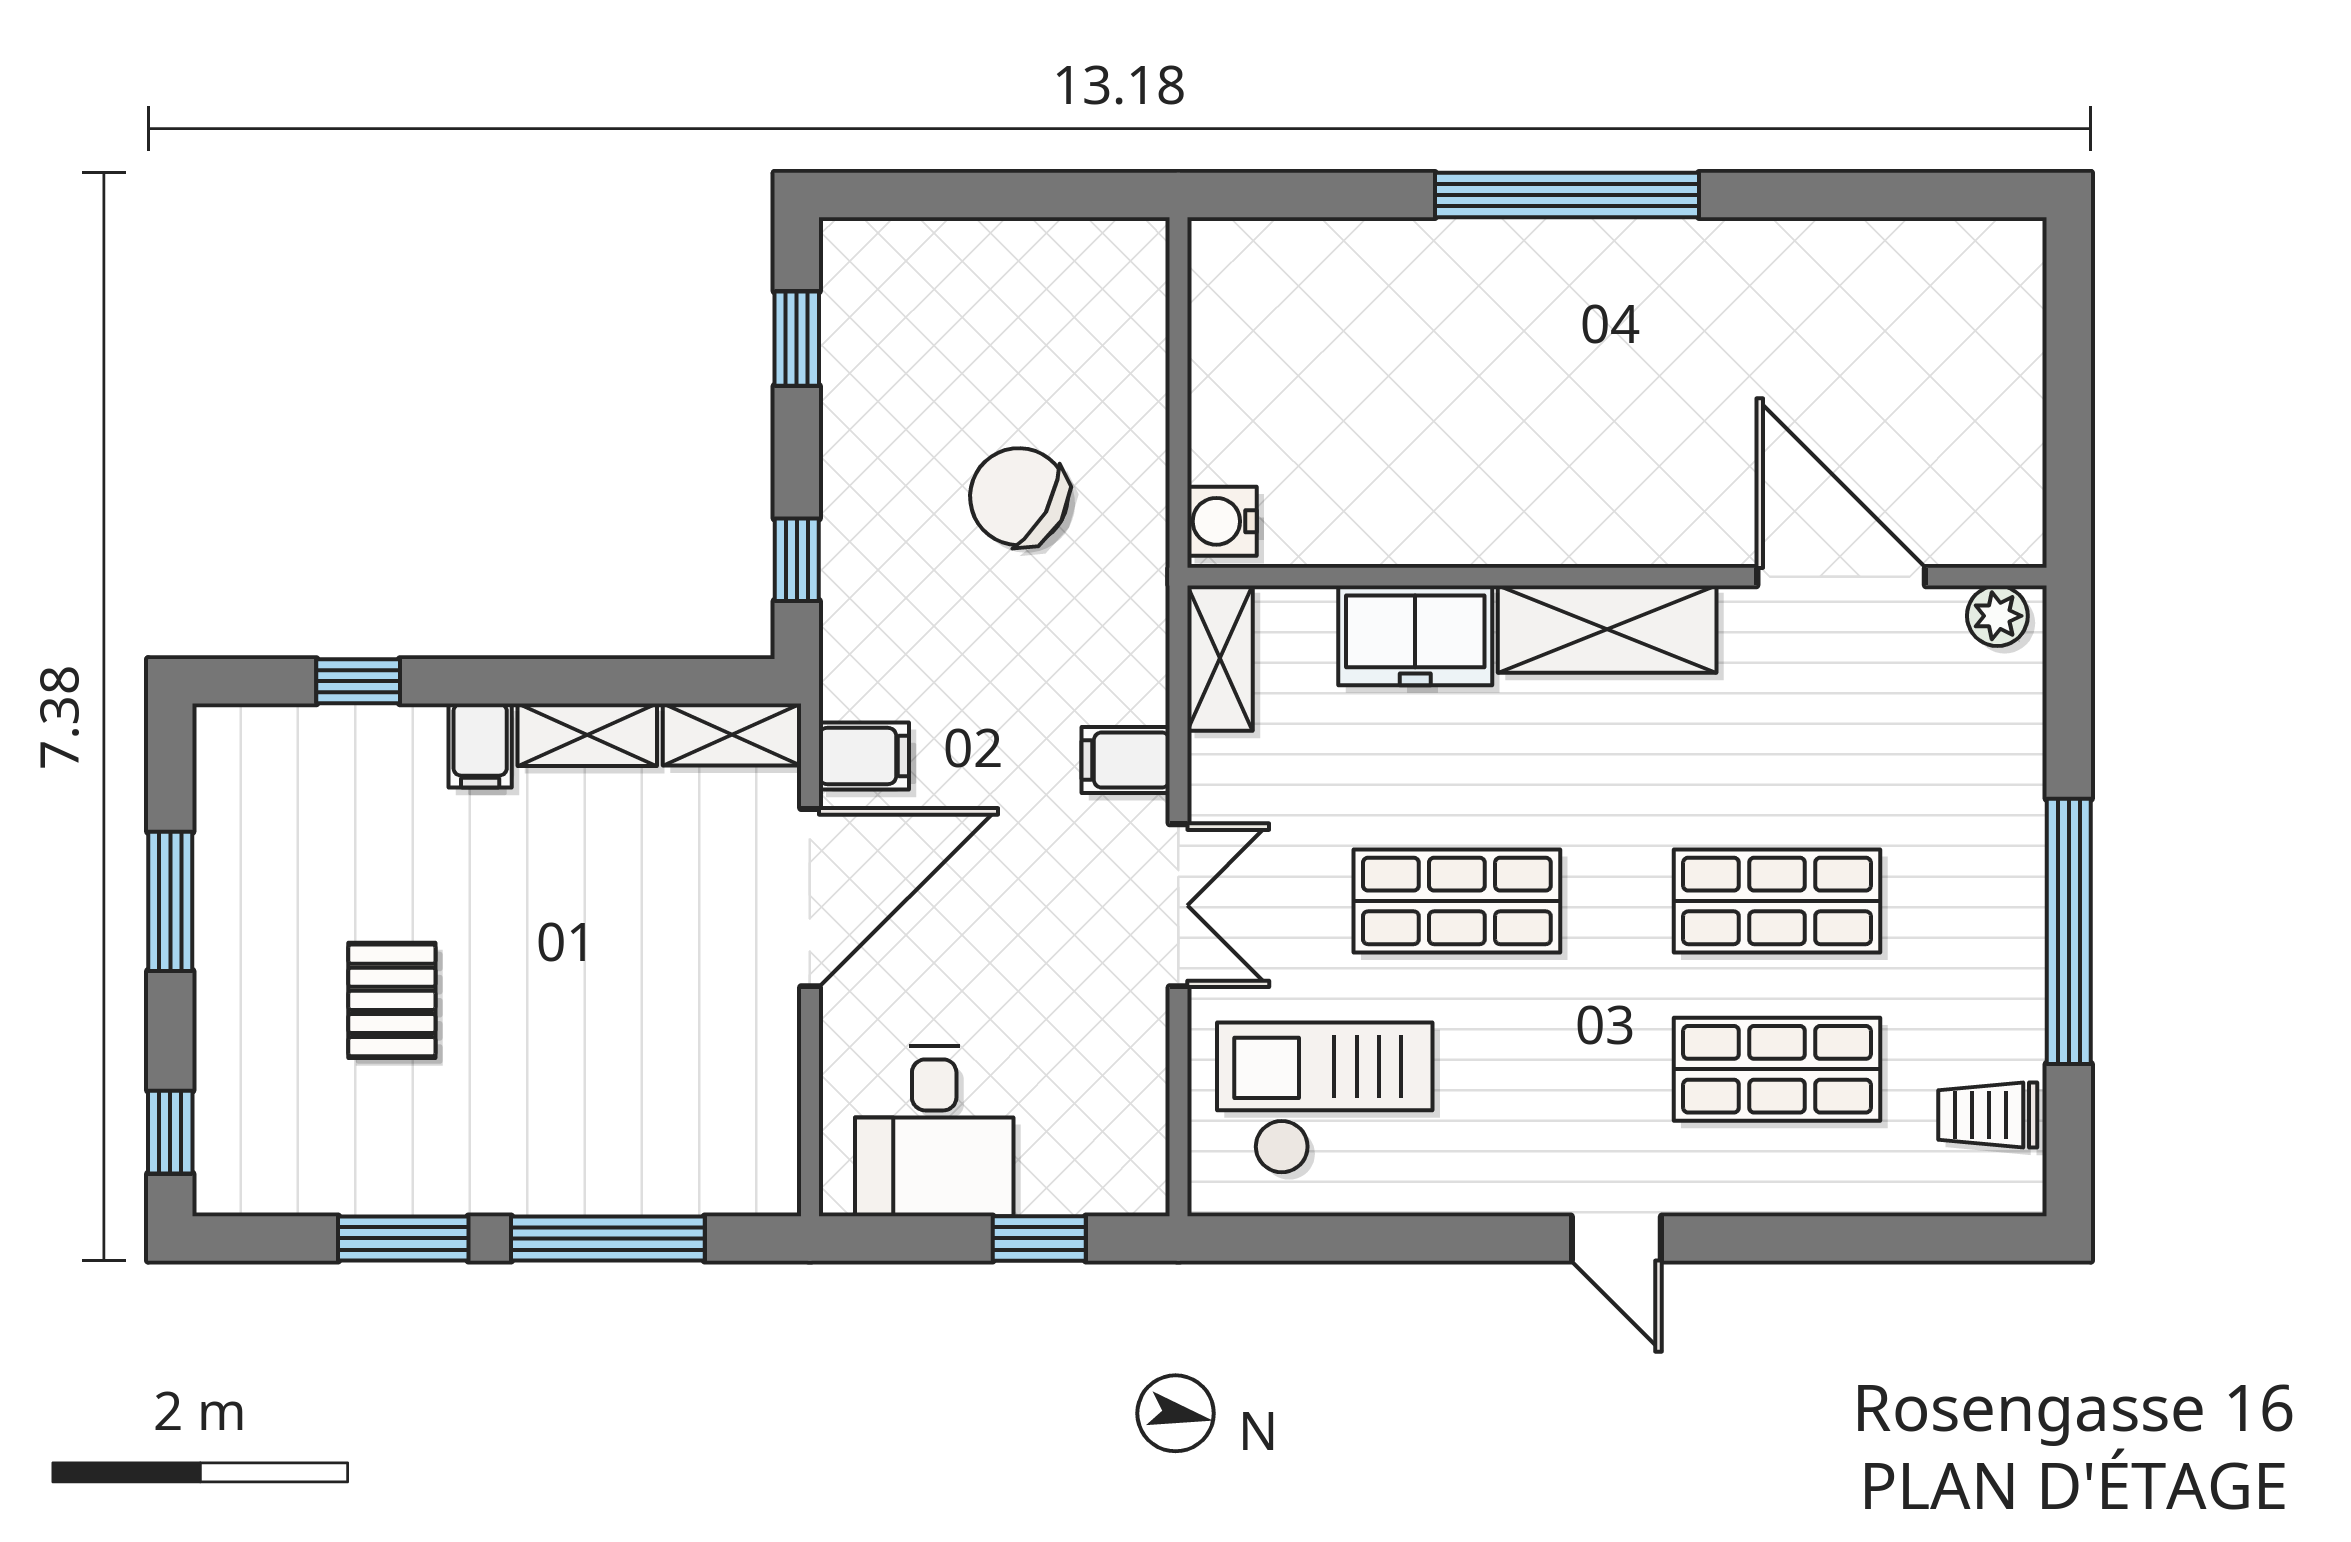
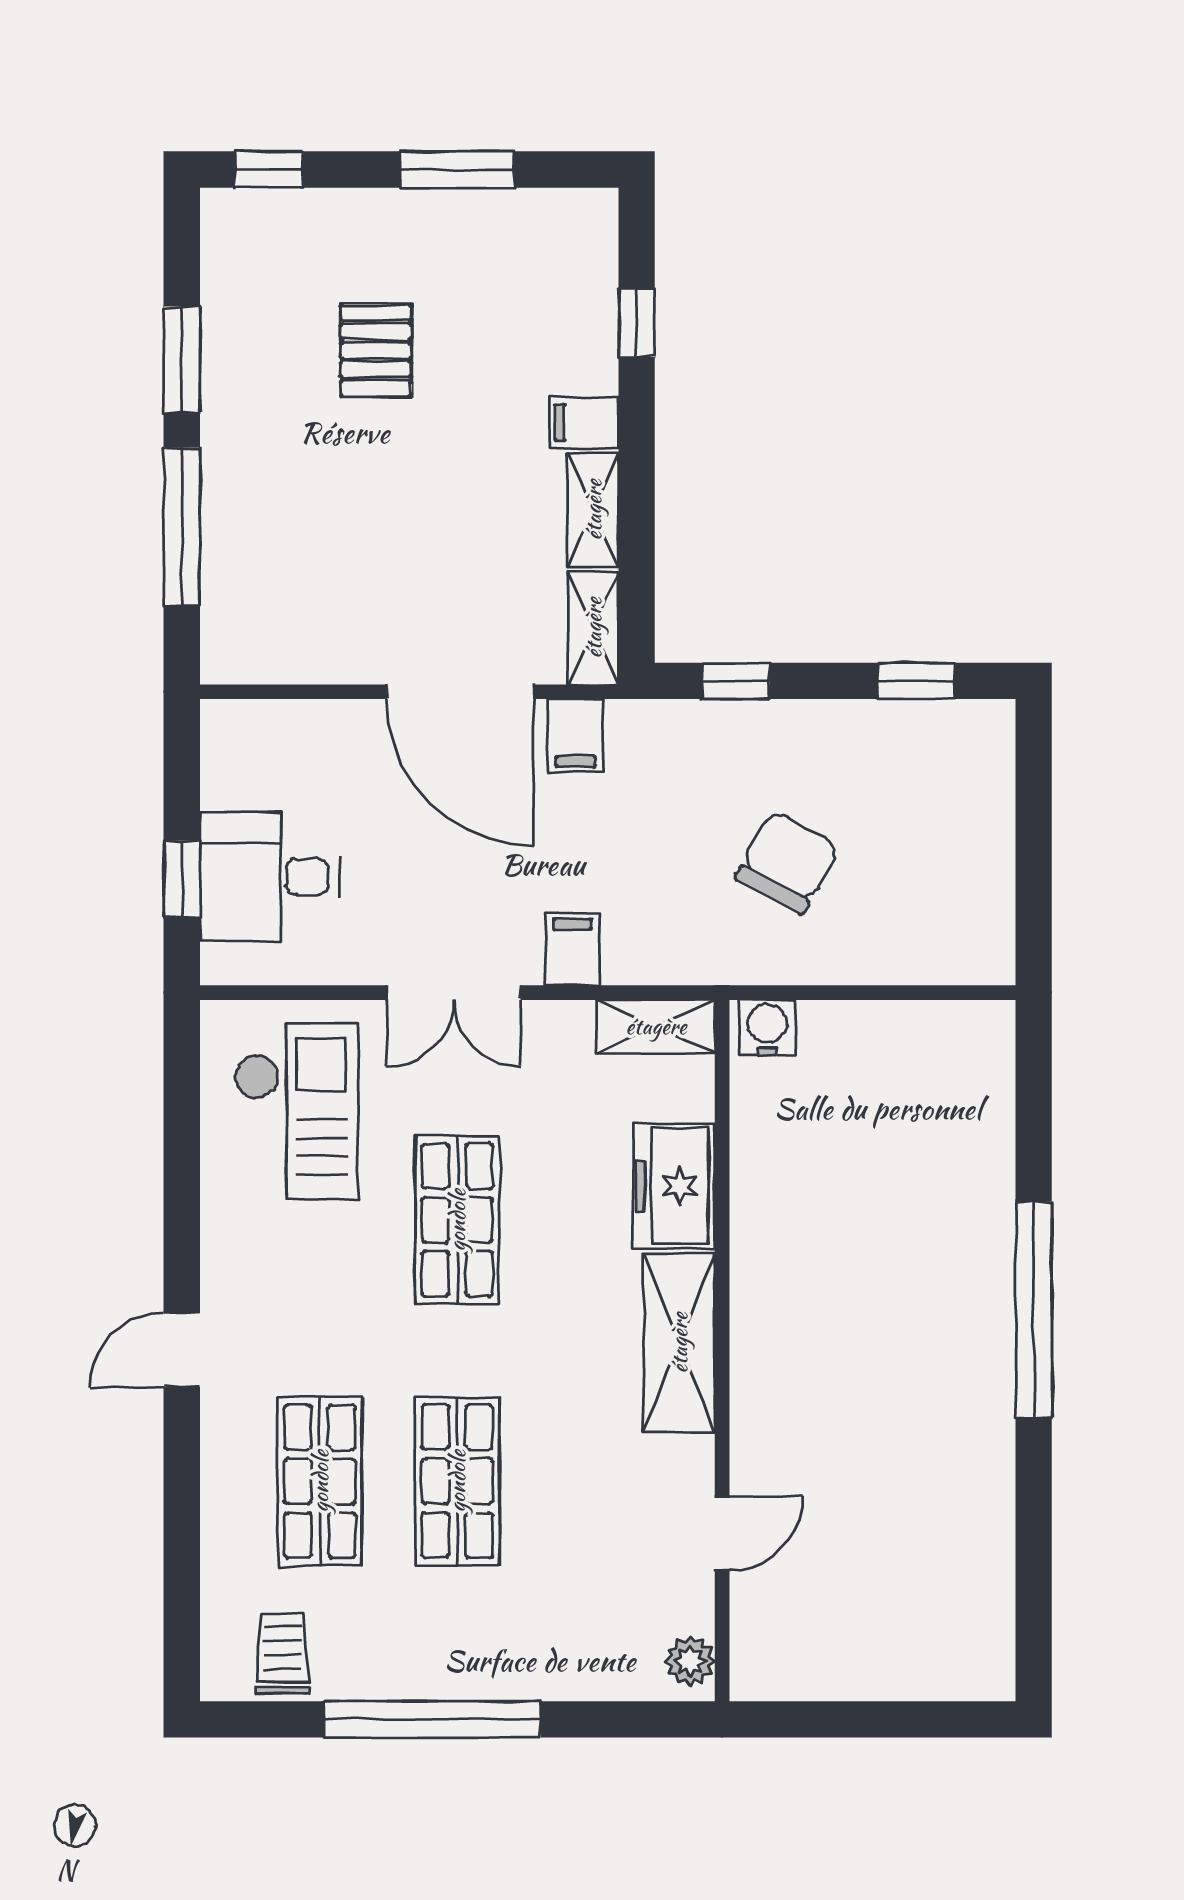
door: (1841, 577) -> (722, 1534), width x0.53
pallet: (392, 1000) -> (376, 350), turned 90
desk: (934, 1131) -> (269, 877), moved

